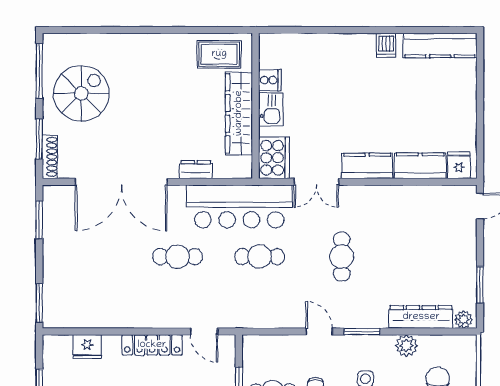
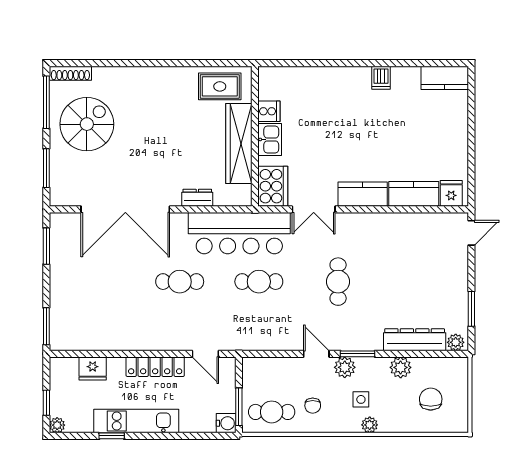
kitchen counter: (440, 45) -> (445, 78), width x0.67
shoe rack: (50, 157) -> (70, 73), moved, turned 90
plant: (349, 345) -> (345, 367), added

